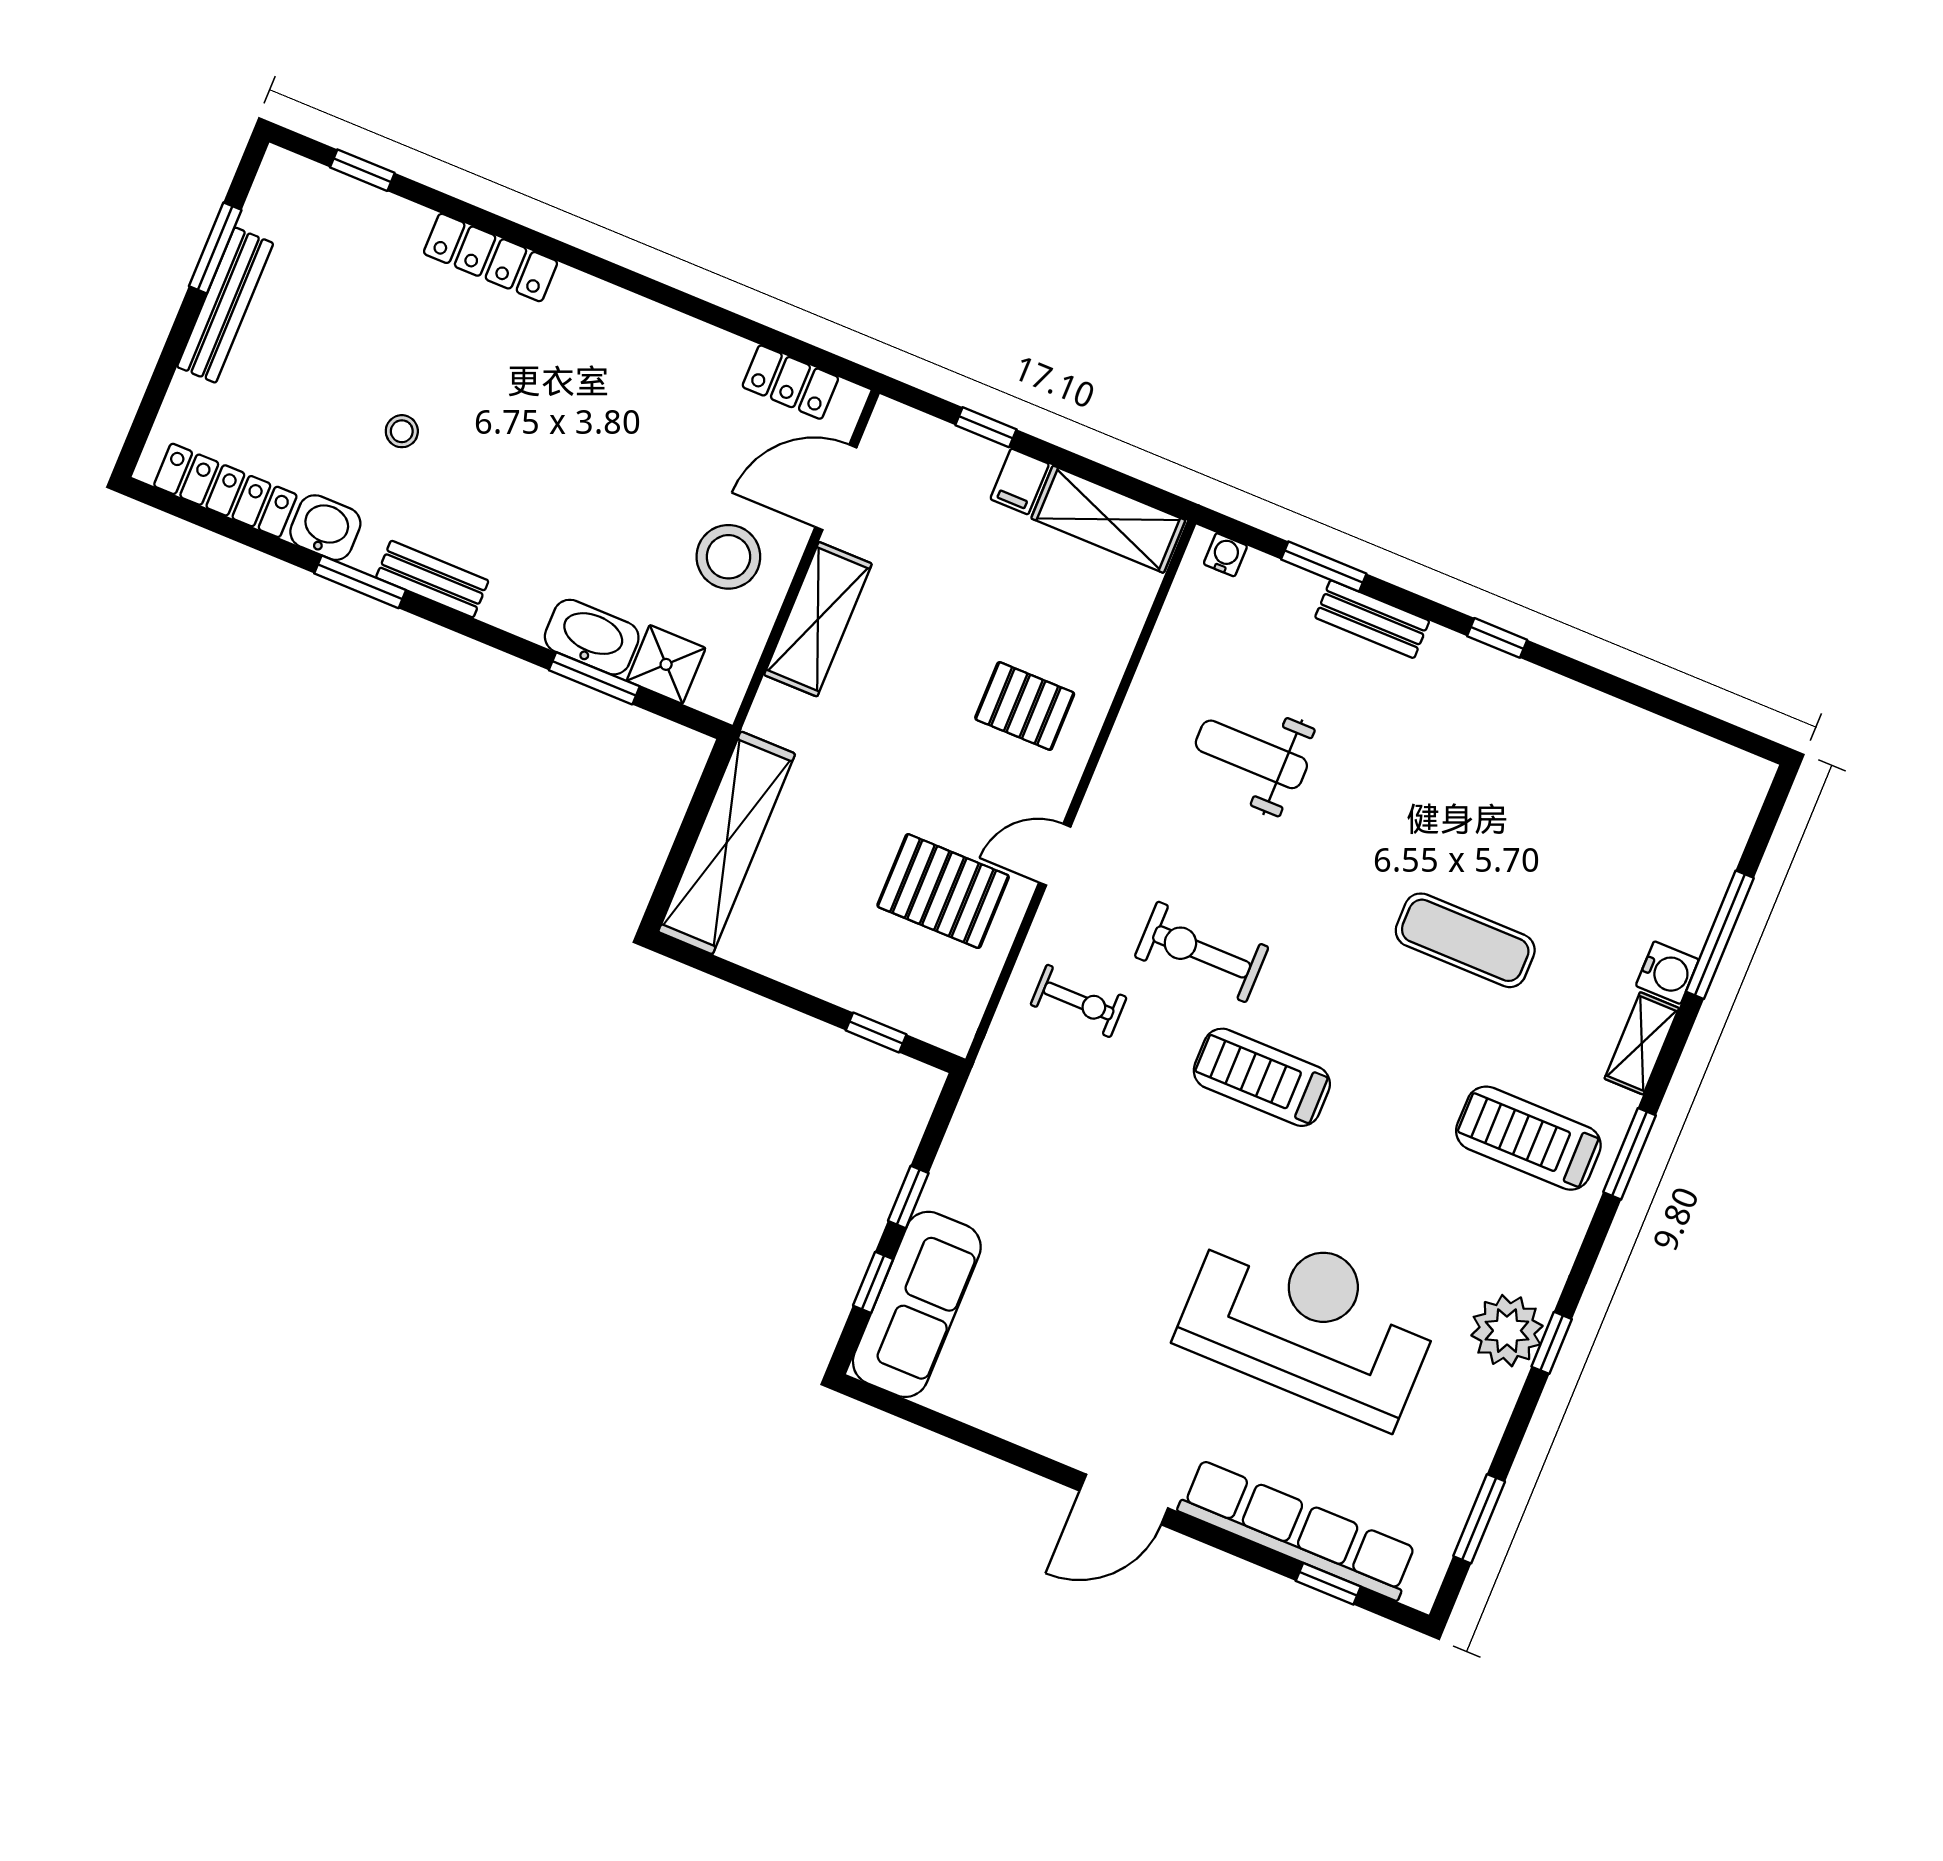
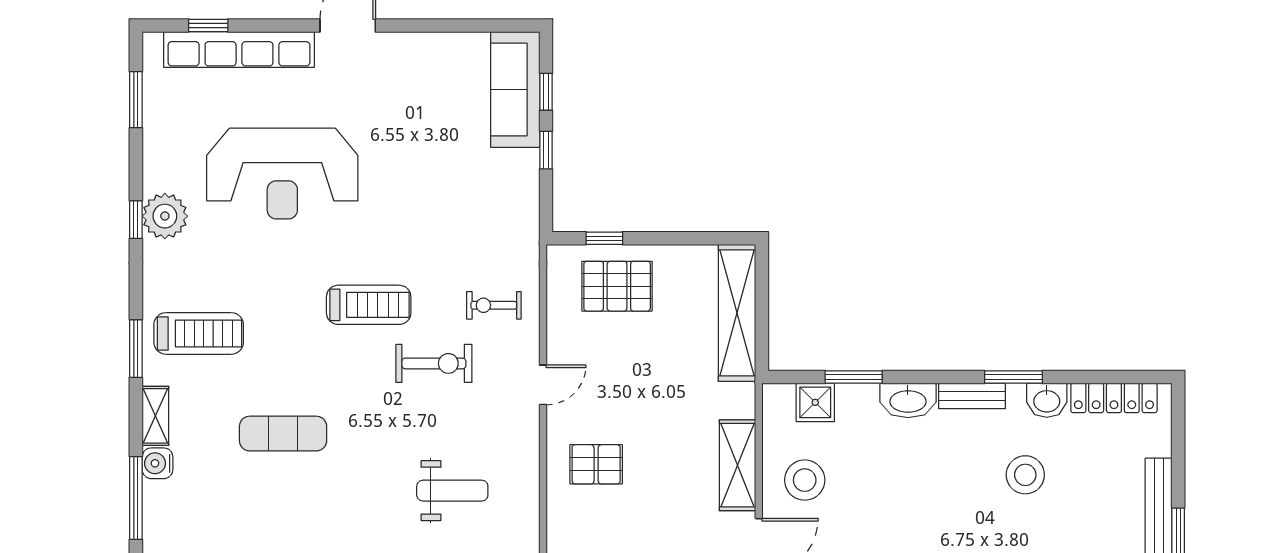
stool: (402, 431) -> (1025, 475), width x1.89, depth x1.89
washbasin: (592, 637) -> (908, 400), moved
pallet: (943, 891) -> (617, 286), moved

